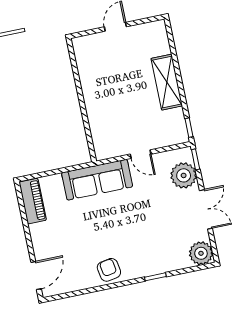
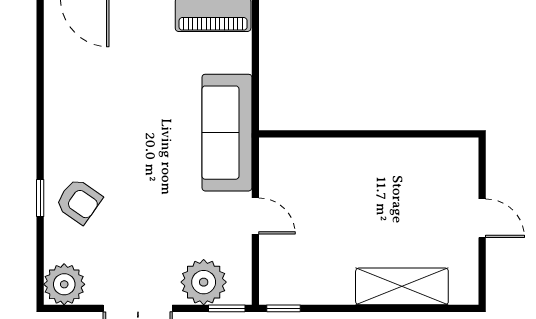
shelving: (167, 82) -> (402, 286), moved
door: (141, 154) -> (255, 216), swing flipped
armchair: (109, 270) -> (79, 201), moved, turned 45

